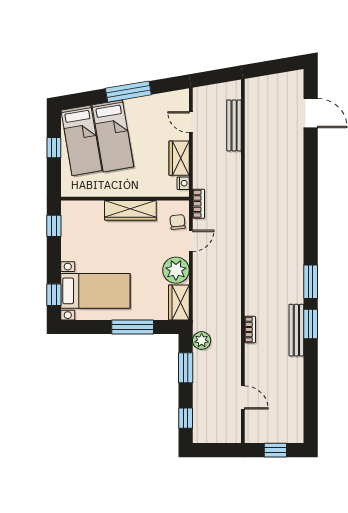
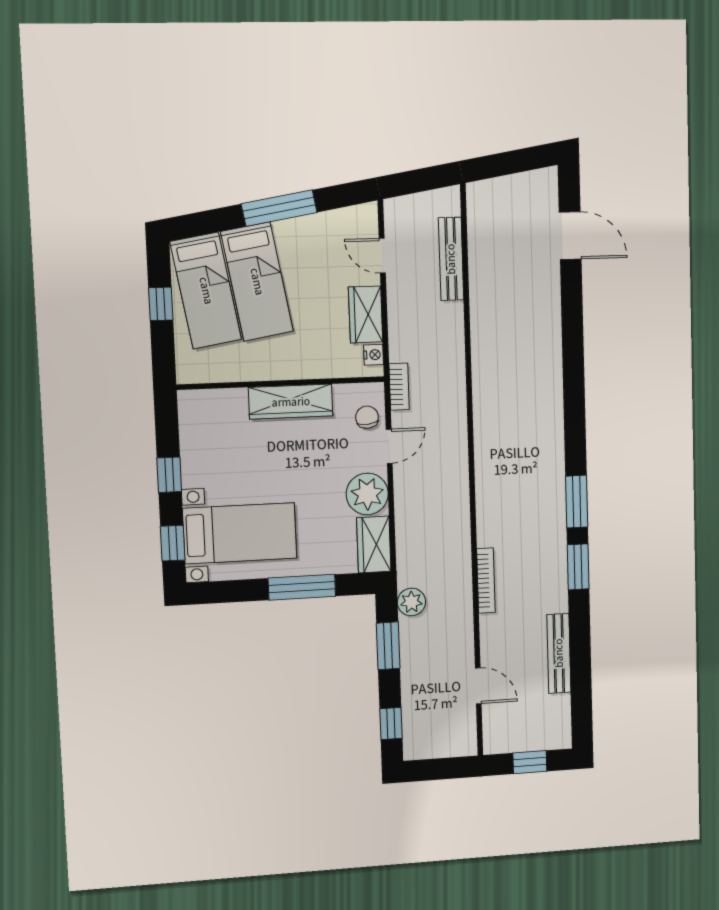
window: (54, 226) -> (169, 475), moved
bookcase: (250, 329) -> (486, 581), width x1.56
bench: (296, 330) -> (559, 653), moved

